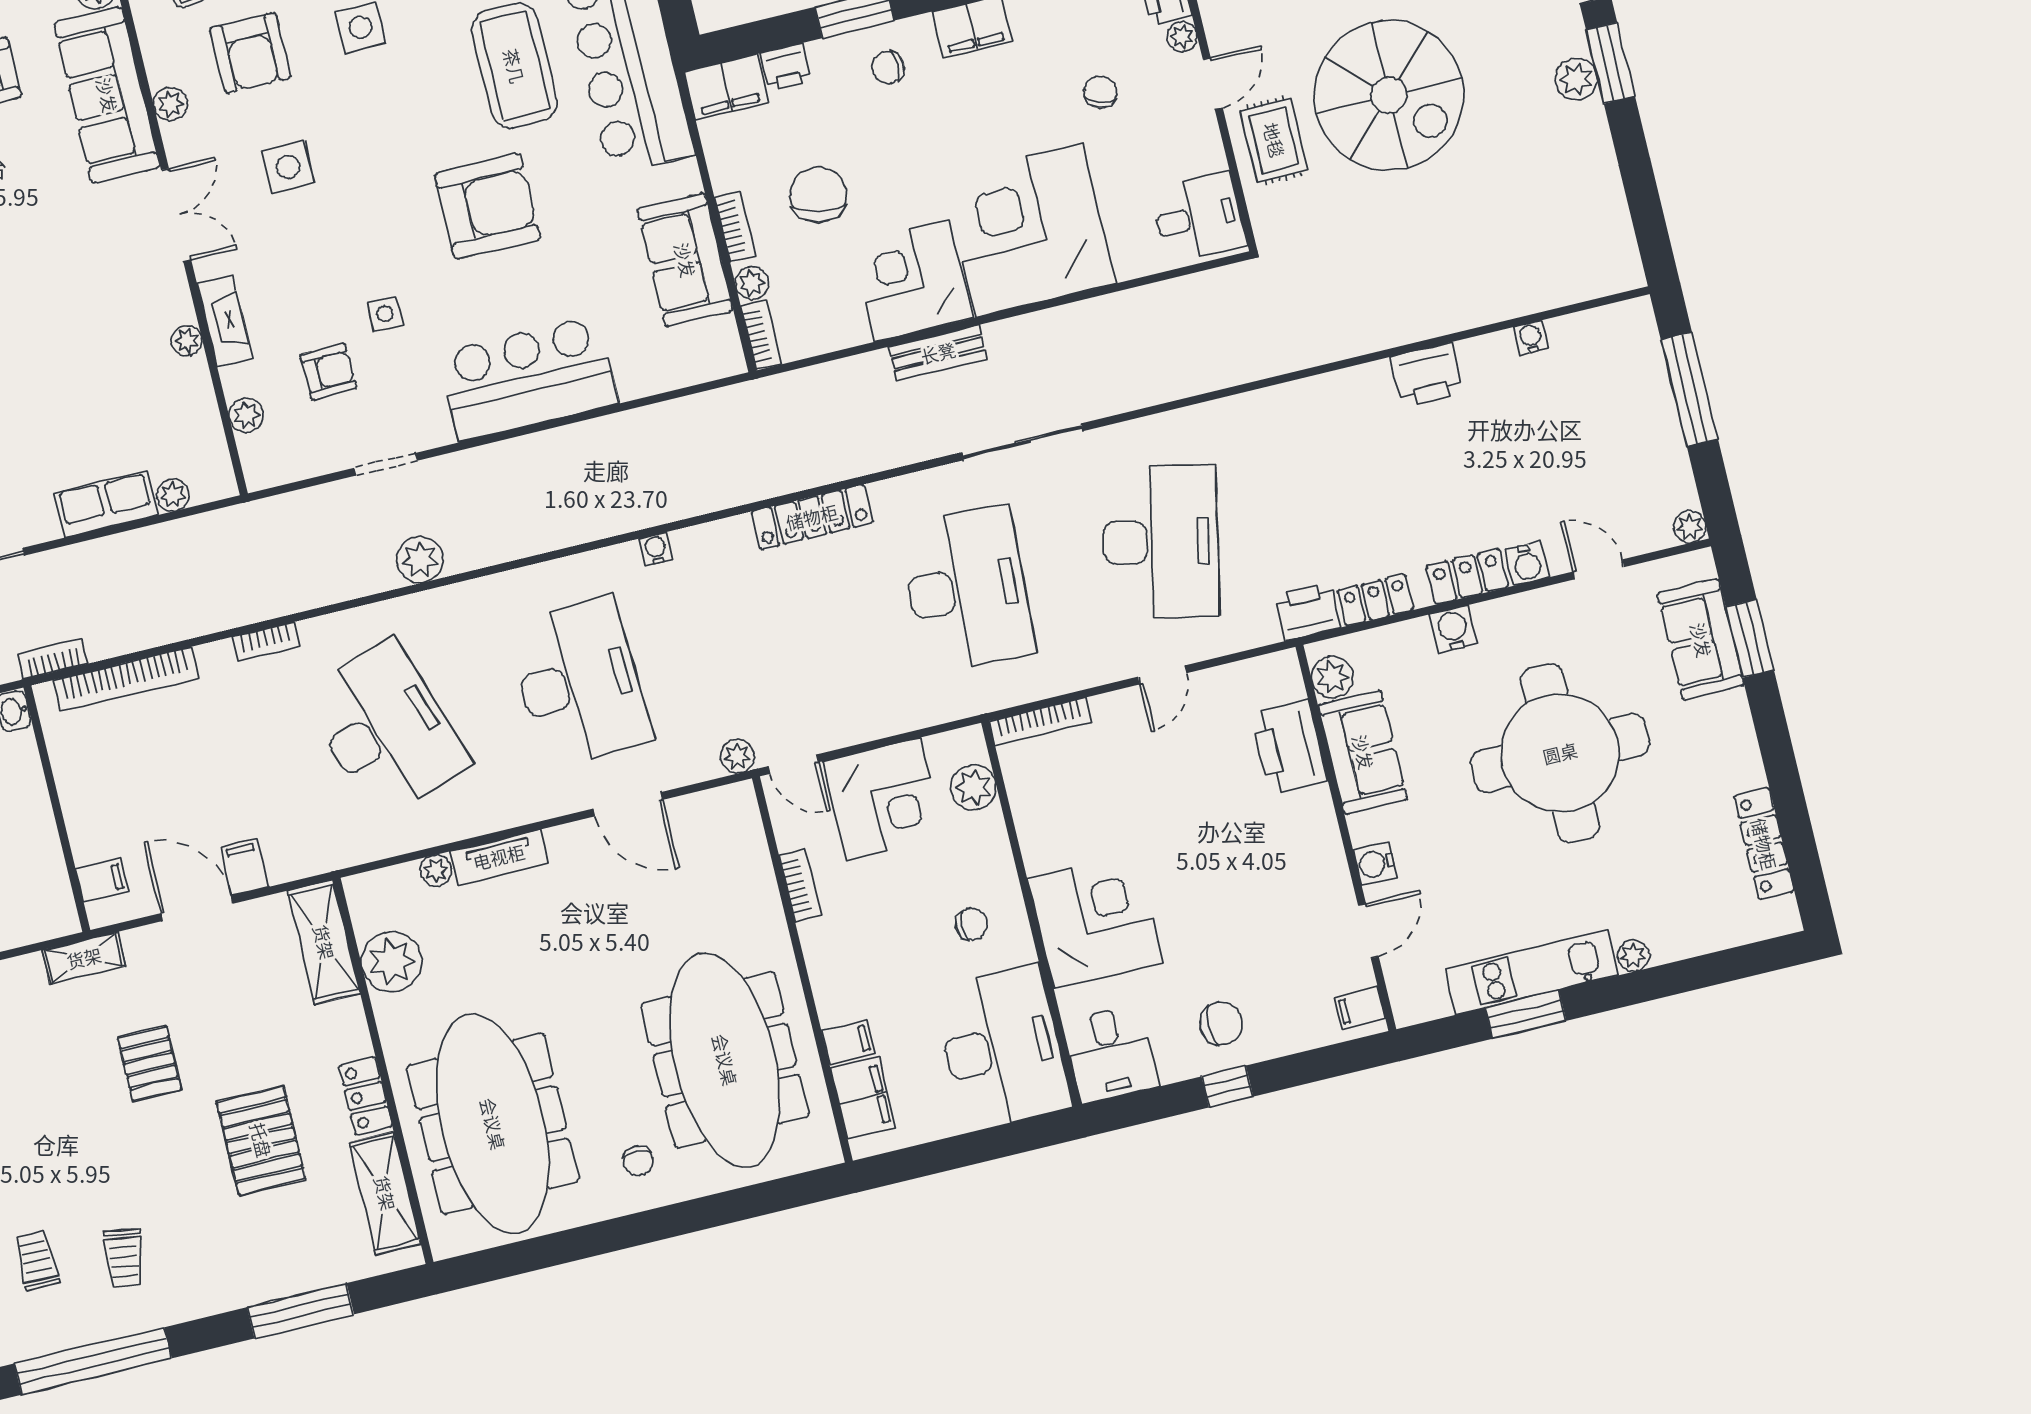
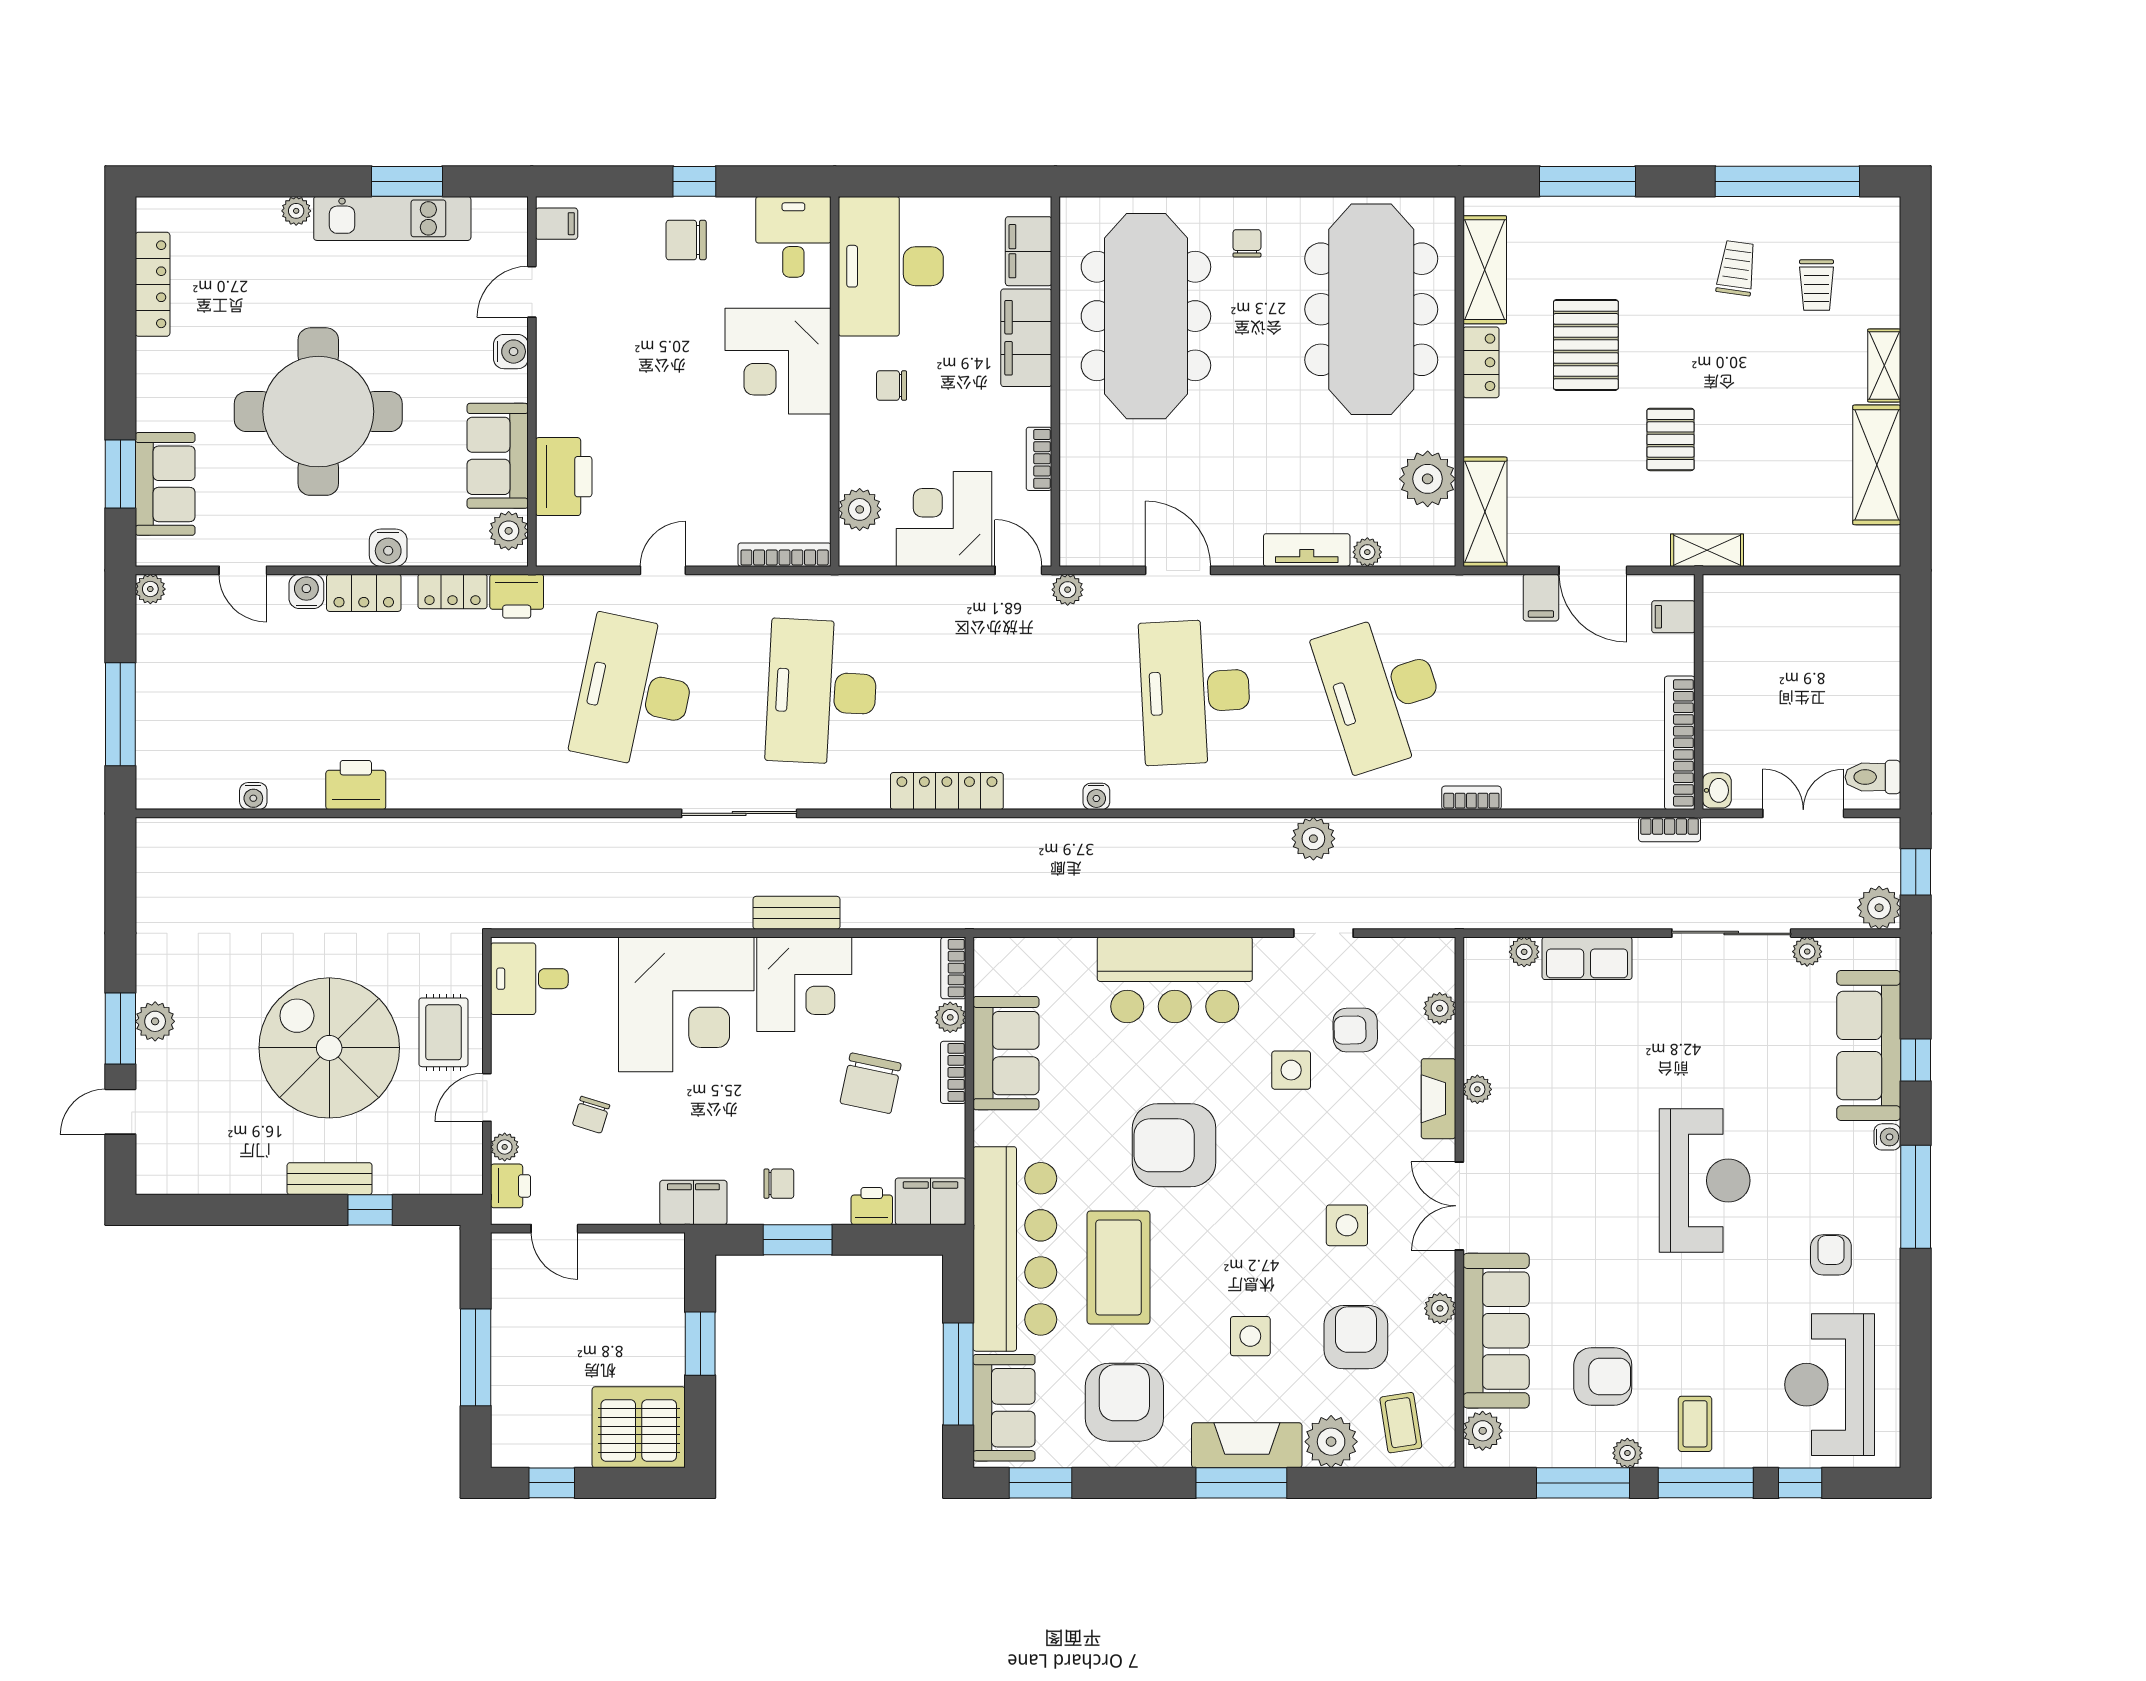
side table: (385, 314) -> (1291, 1070), width x1.37, depth x1.37
bookcase: (126, 679) -> (1680, 743), moved, turned -90
filing cabinet: (848, 1042) -> (1026, 338), width x3.00, depth x1.17

